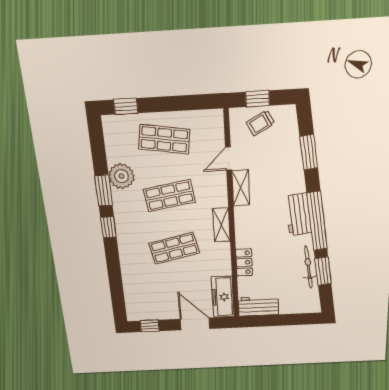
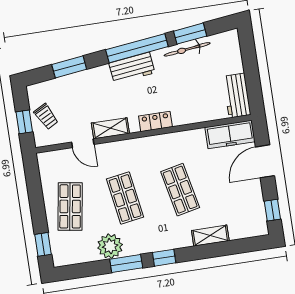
shelving: (221, 225) -> (210, 236), moved
locker: (244, 262) -> (155, 121), moved

